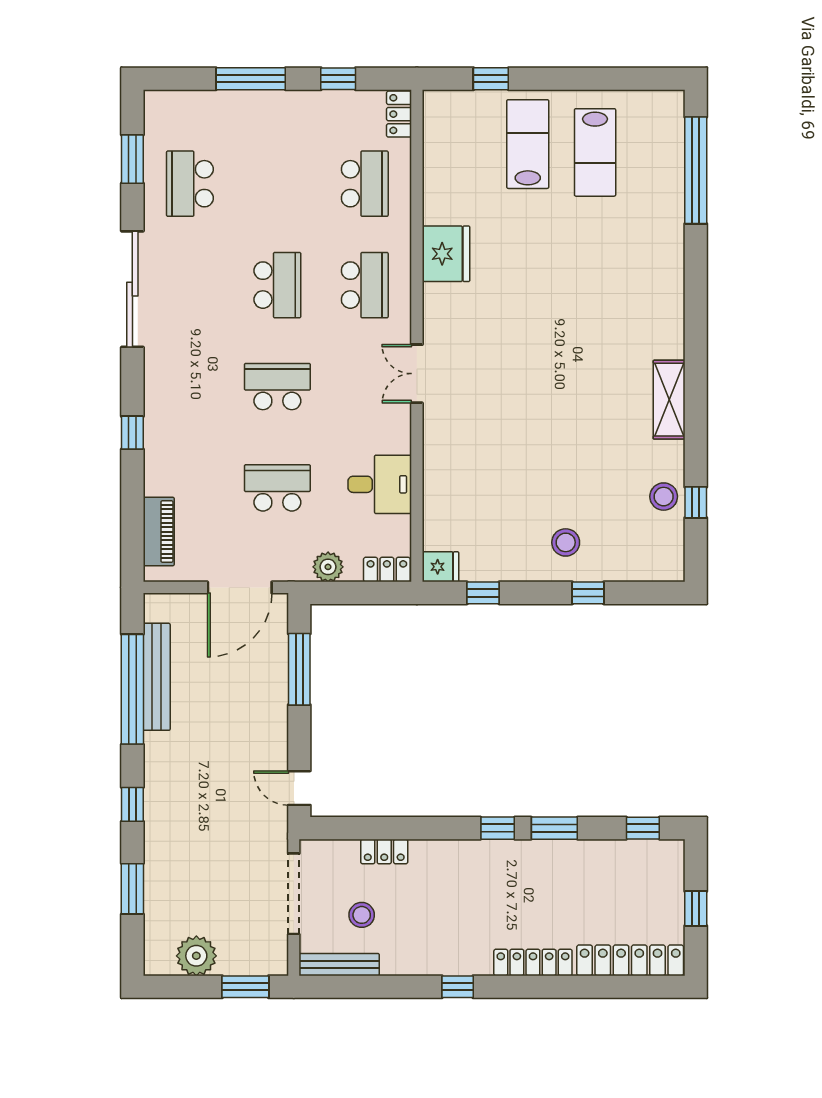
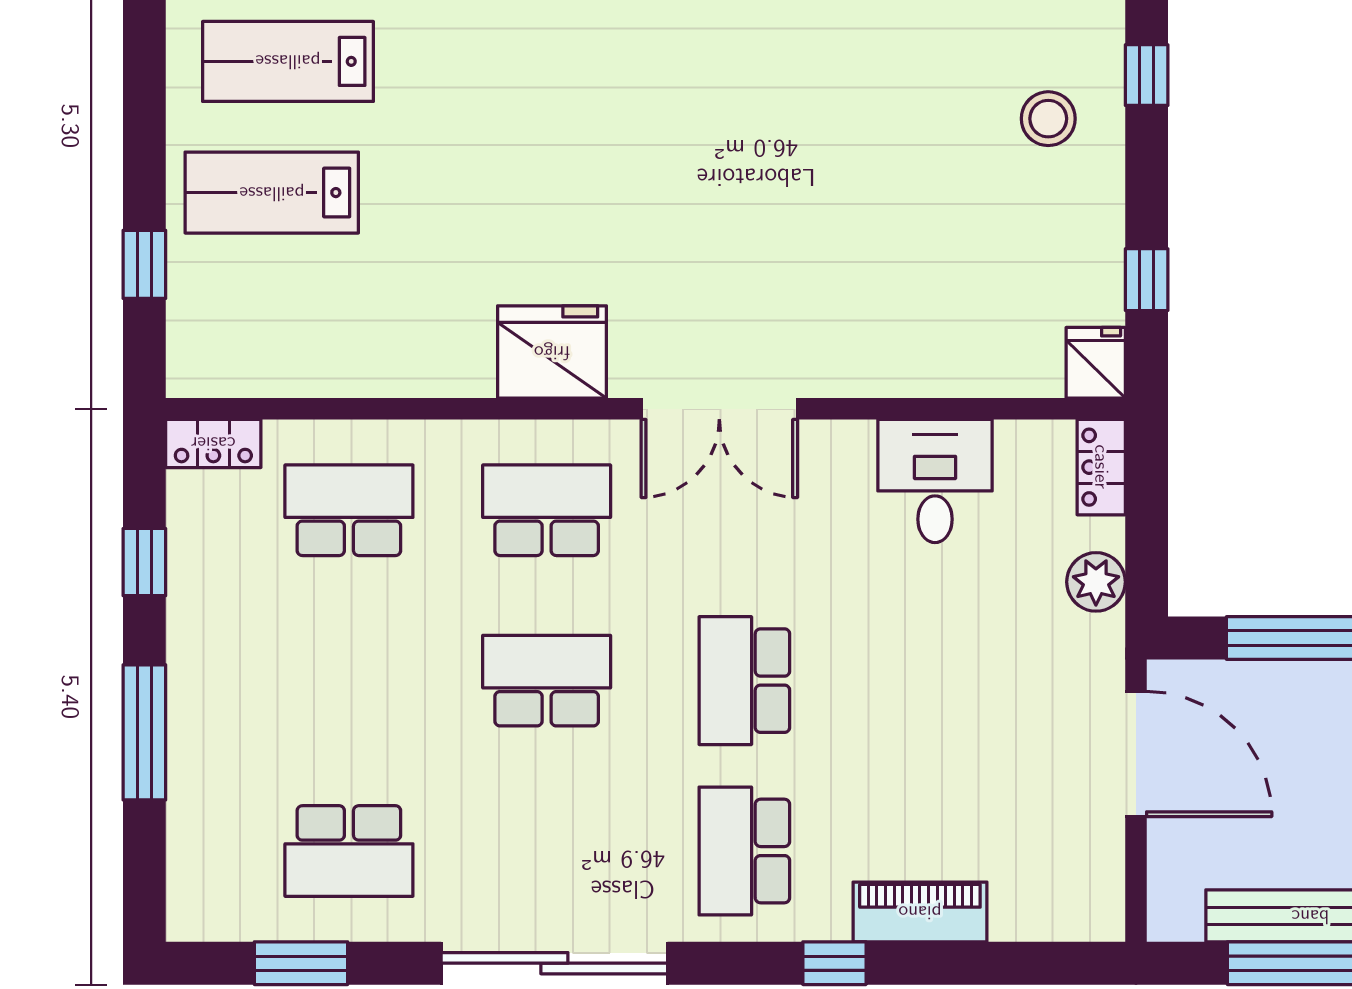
lab bench: (595, 152) -> (288, 61), turned 180
fridge: (446, 254) -> (552, 352), moved
double door: (417, 374) -> (719, 409), width x1.37
school desk: (277, 488) -> (744, 851), moved
piano: (159, 532) -> (920, 912), moved

